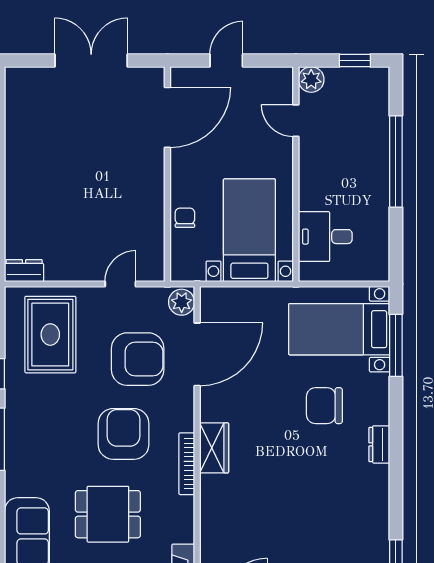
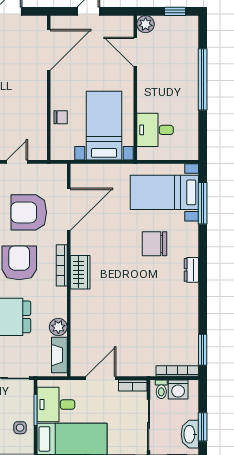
door: (296, 121) -> (135, 52), width x1.38
chair: (185, 218) -> (61, 117), turned 90
plant: (182, 302) -> (58, 327), moved
armchair: (138, 359) -> (29, 212), turned 180
bookcase: (187, 464) -> (62, 265), moved

